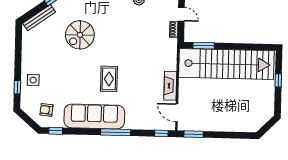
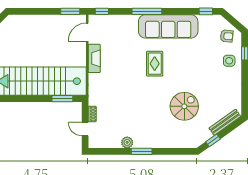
armchair: (46, 110) -> (227, 36), moved
door: (177, 113) -> (87, 32), swing flipped

